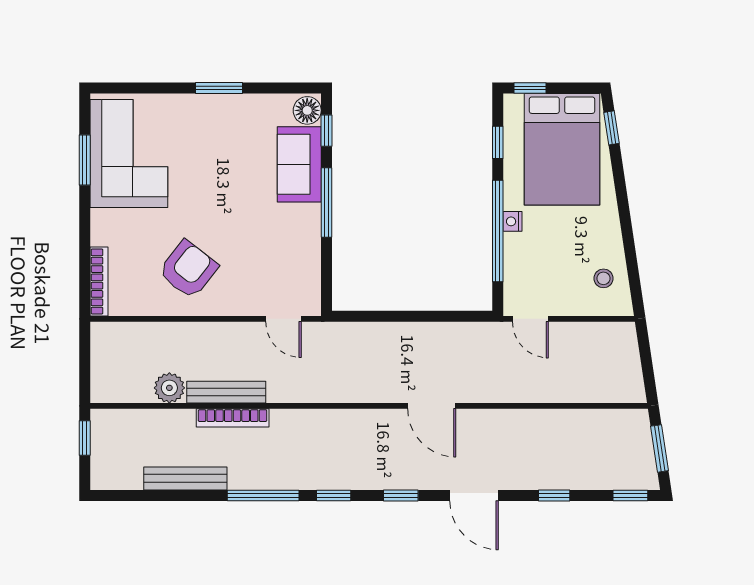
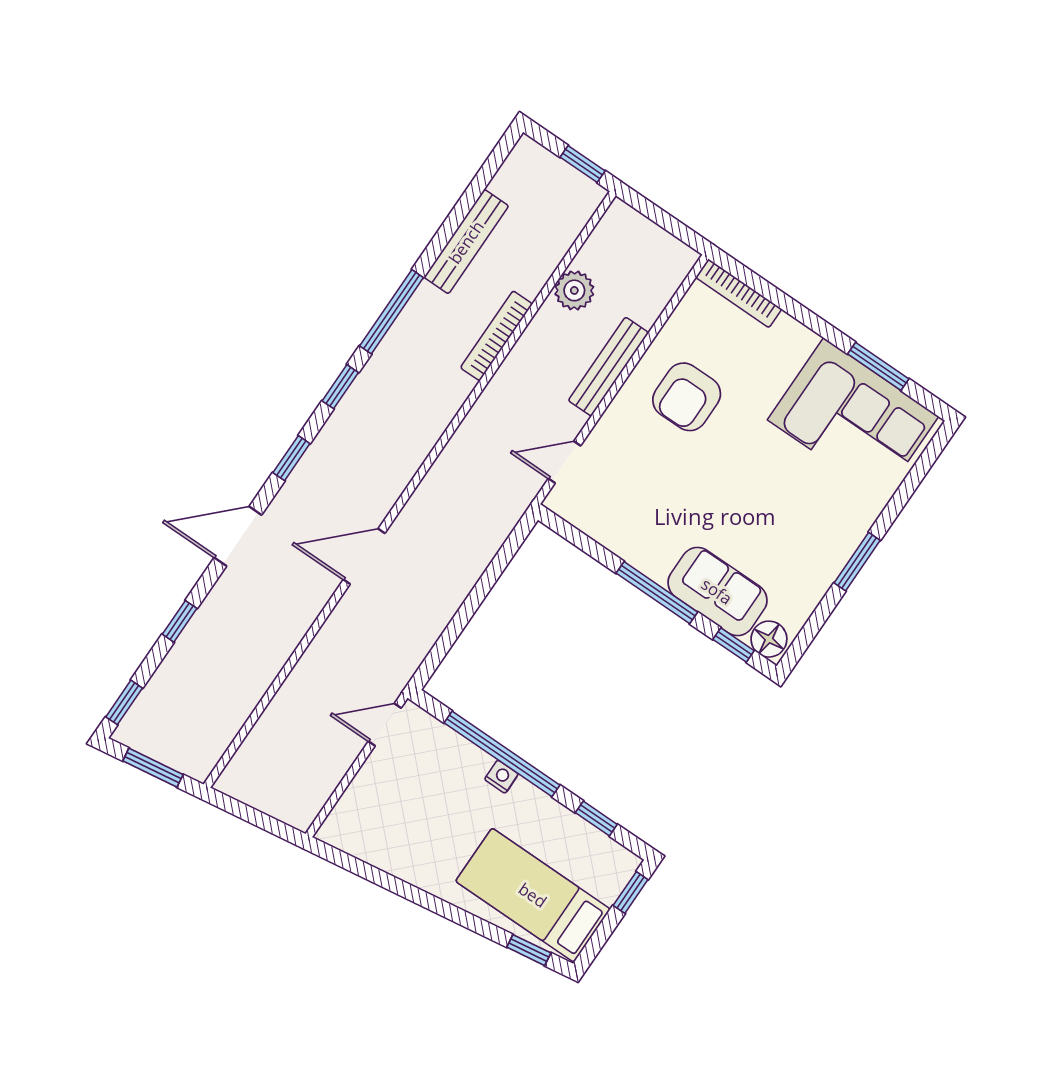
bed: (562, 149) -> (533, 895), width x0.67
armchair: (188, 269) -> (687, 397), turned 52
stool: (603, 278) -> (375, 832), removed
bench: (226, 392) -> (608, 367), moved

